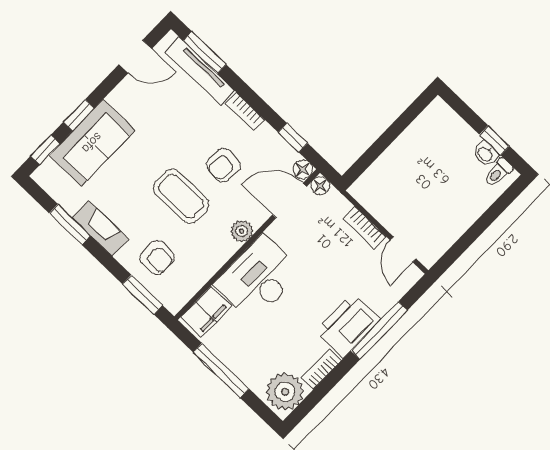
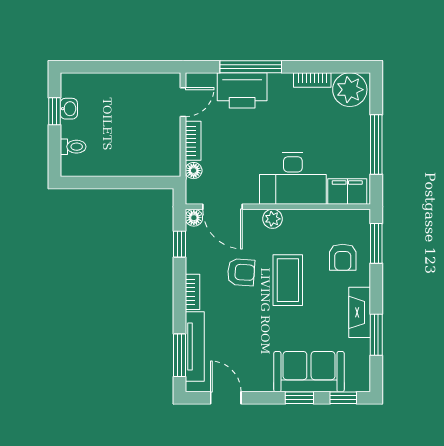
toilet: (498, 173) -> (73, 147), moved
floor lamp: (320, 186) -> (194, 171), moved
armchair: (157, 257) -> (343, 257), turned 180
printer: (348, 325) -> (242, 90), moved

